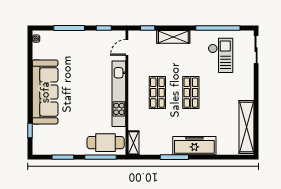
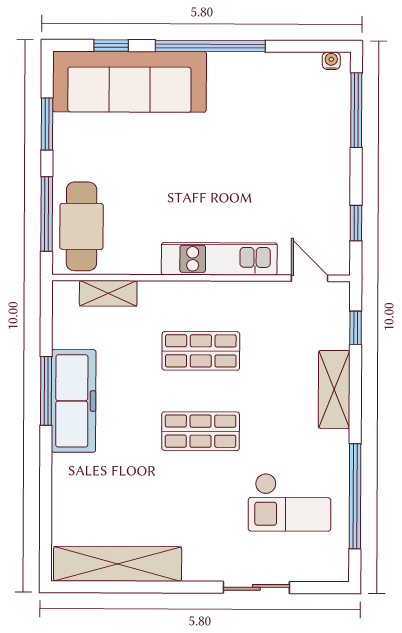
window: (69, 28) -> (356, 110), moved
sliding door: (256, 50) -> (256, 587), moved
window: (30, 89) -> (210, 46), added
sofa: (45, 92) -> (129, 82), moved
kitchen unit: (119, 94) -> (219, 259), width x0.73
shelving: (133, 143) -> (108, 293), moved
freezer: (194, 146) -> (74, 401), moved

